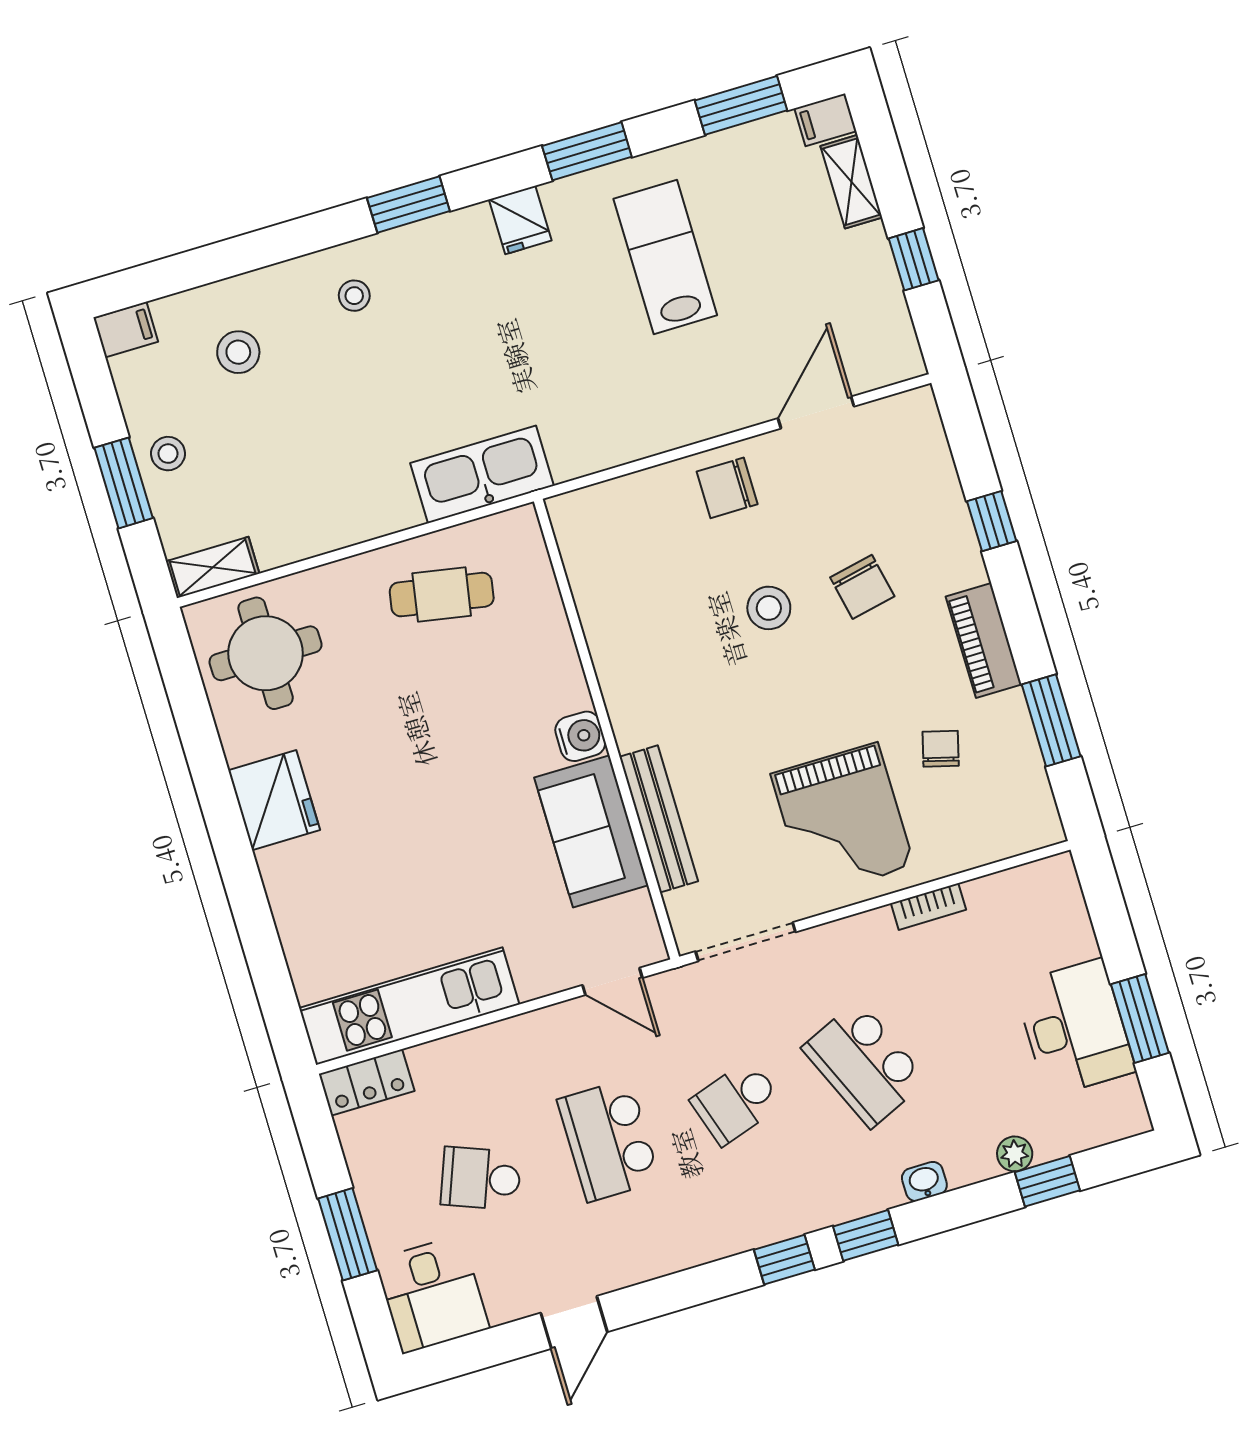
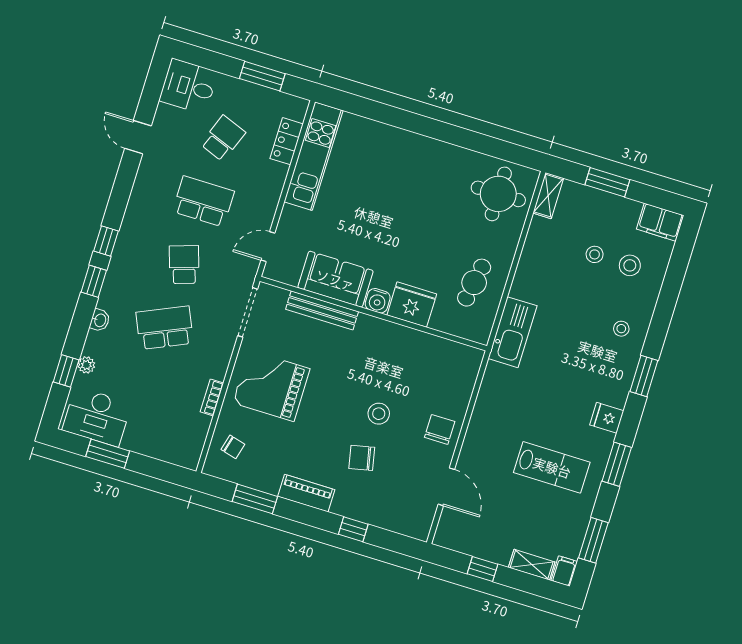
filing cabinet: (126, 330) -> (660, 222), width x2.00
stool: (168, 454) -> (595, 254), moved
chair: (941, 749) -> (233, 447), moved
fridge: (274, 800) -> (412, 305), moved, turned 180
desk: (1075, 1028) -> (97, 417), moved
locker: (367, 1082) -> (287, 141), moved
window: (348, 1234) -> (262, 76), moved

